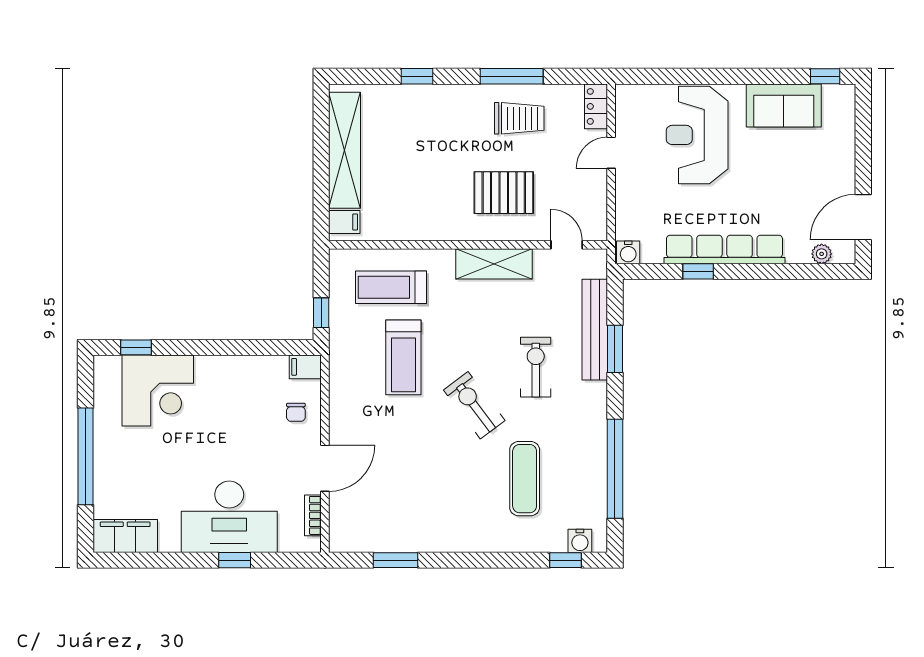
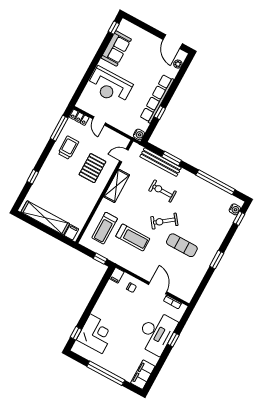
window: (512, 76) -> (59, 128), moved
exercise mat: (525, 479) -> (182, 245), moved
window: (395, 560) -> (217, 260), moved

